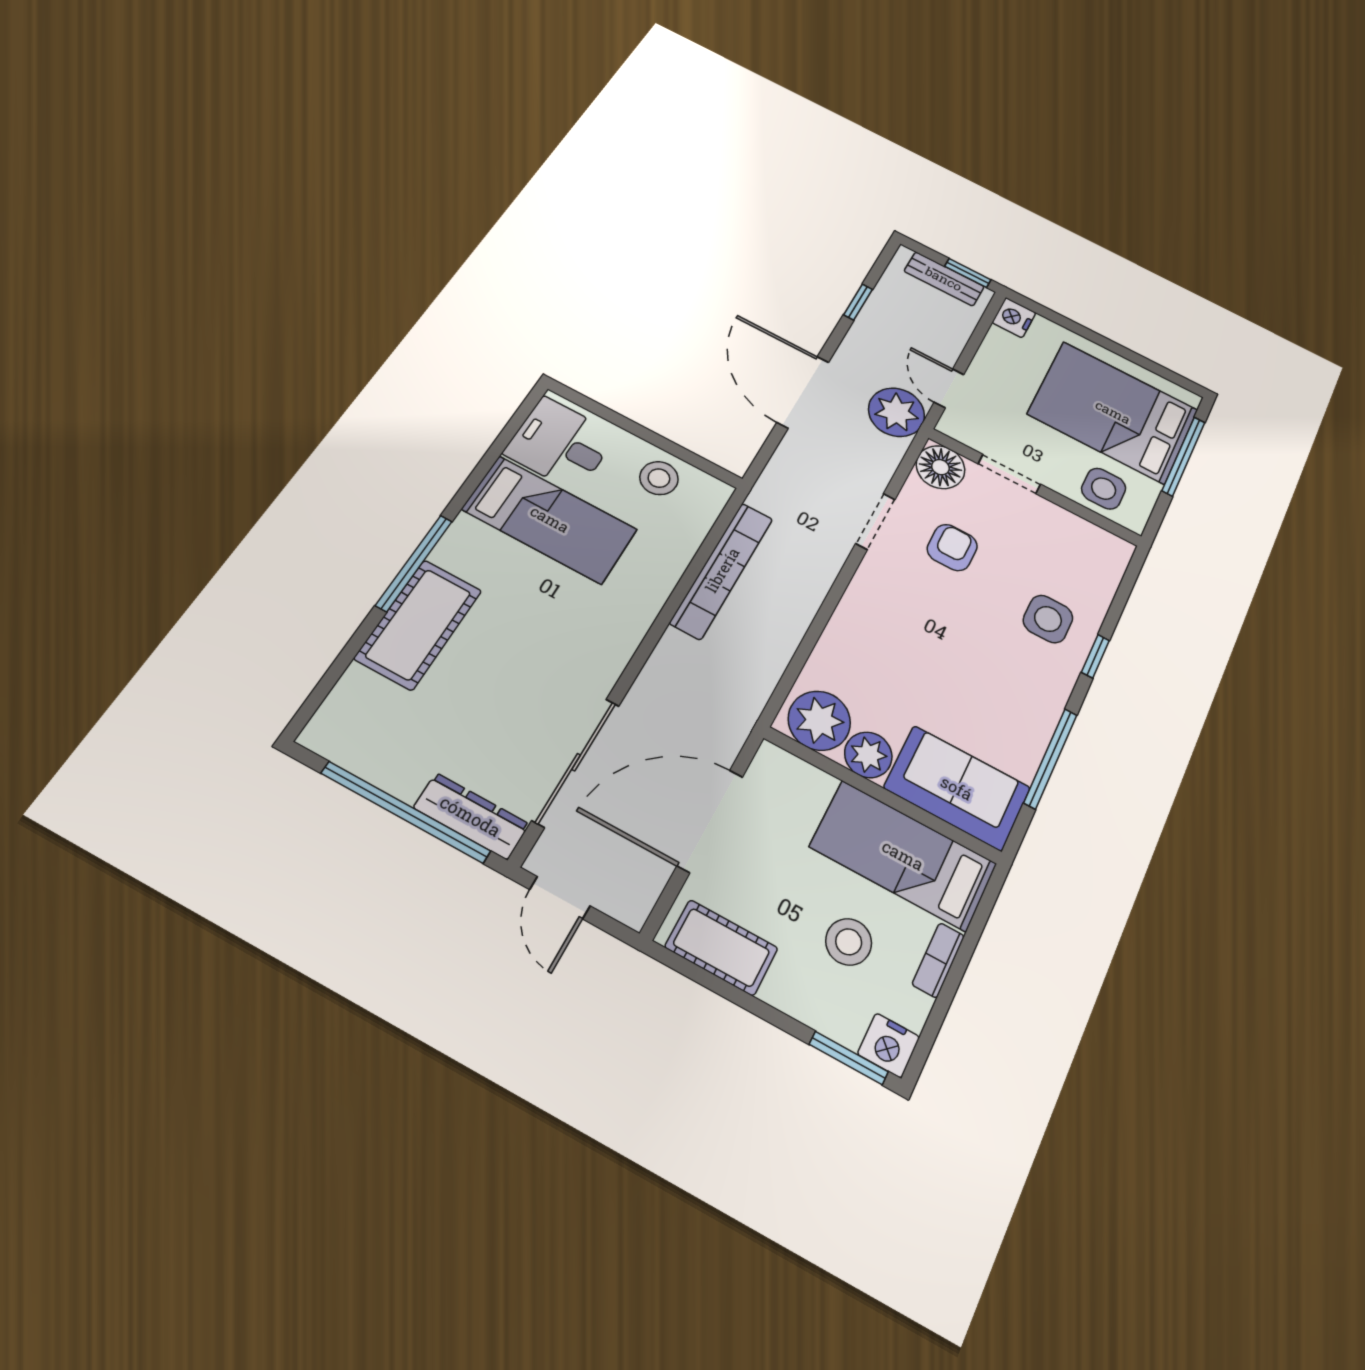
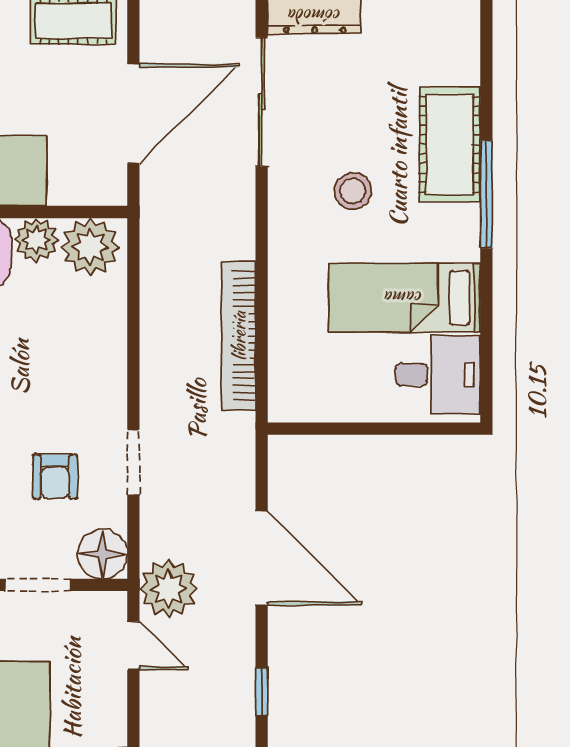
stool: (659, 478) -> (353, 191), moved

